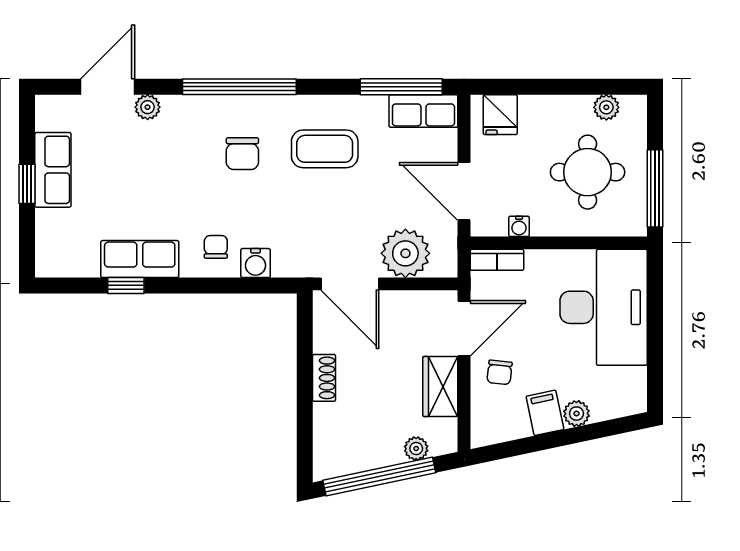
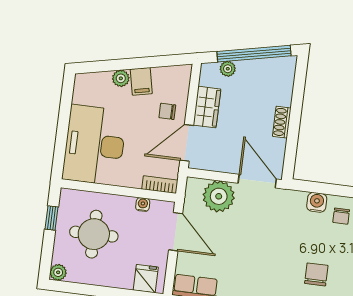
plant: (606, 107) -> (58, 272), moved
coffee table: (325, 149) -> (263, 271), removed
window: (655, 188) -> (51, 218), width x0.46
chair: (500, 372) -> (167, 111), turned -96

